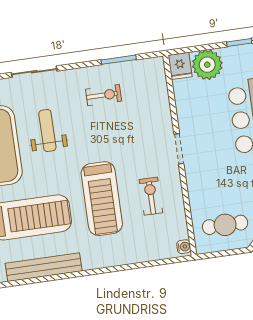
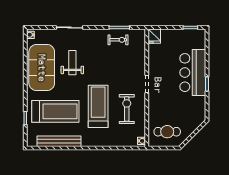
plant: (207, 65) -> (170, 38), removed
exercise bike: (104, 95) -> (118, 40), moved
exercise bike: (151, 196) -> (127, 109), width x1.38, depth x1.39
treadmill: (102, 199) -> (98, 106), turned 180

